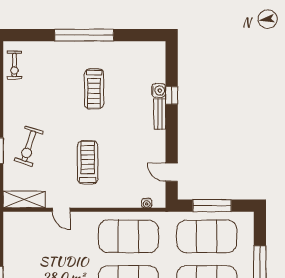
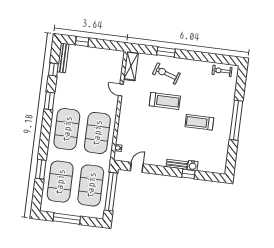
treadmill: (88, 162) -> (165, 101), moved
window: (212, 206) -> (111, 192), width x1.46
door: (61, 210) -> (121, 90), hinge flipped

